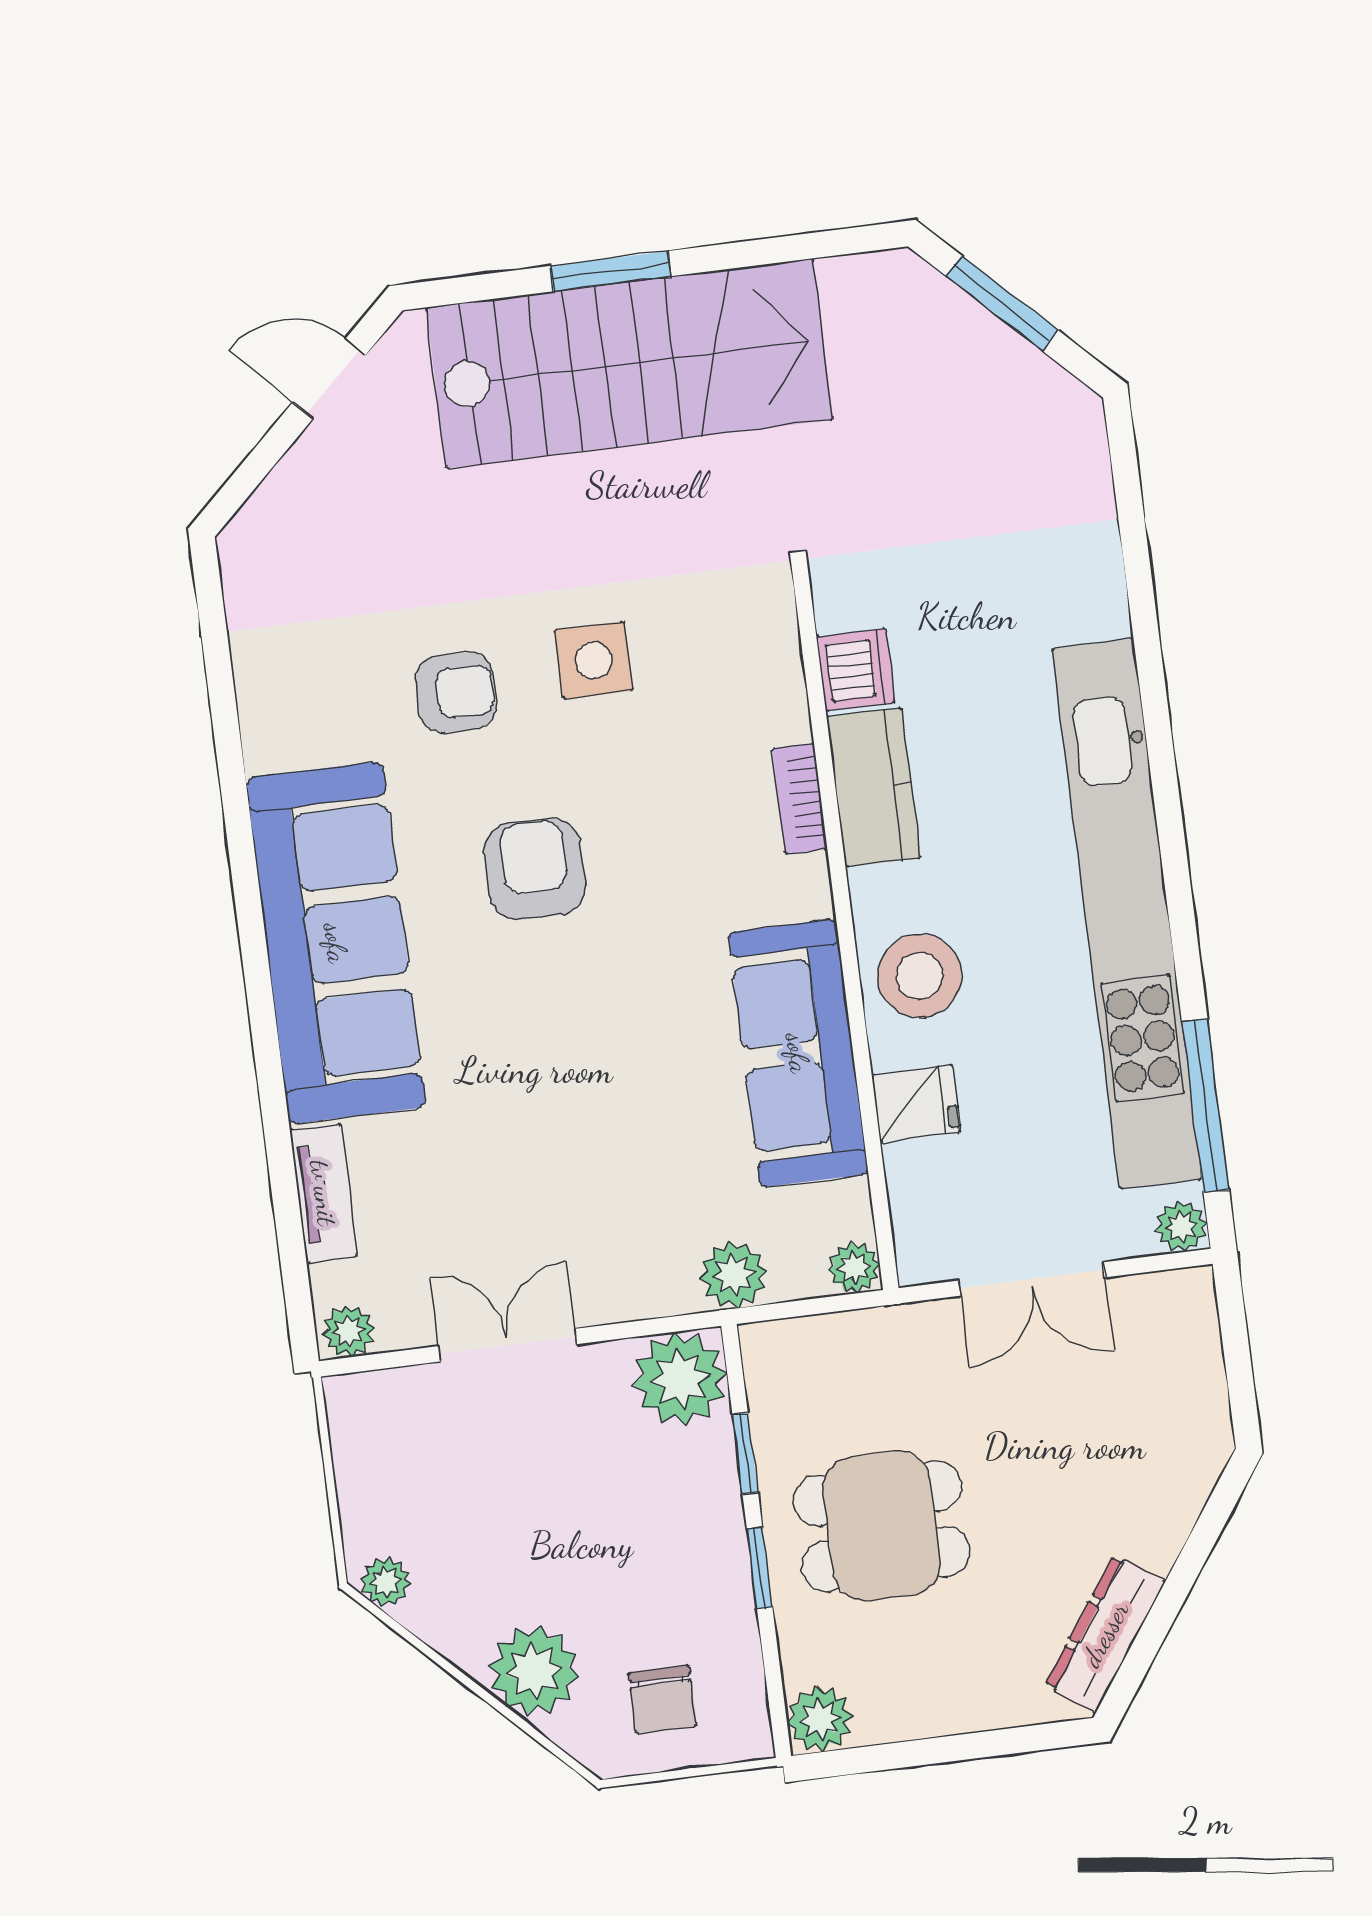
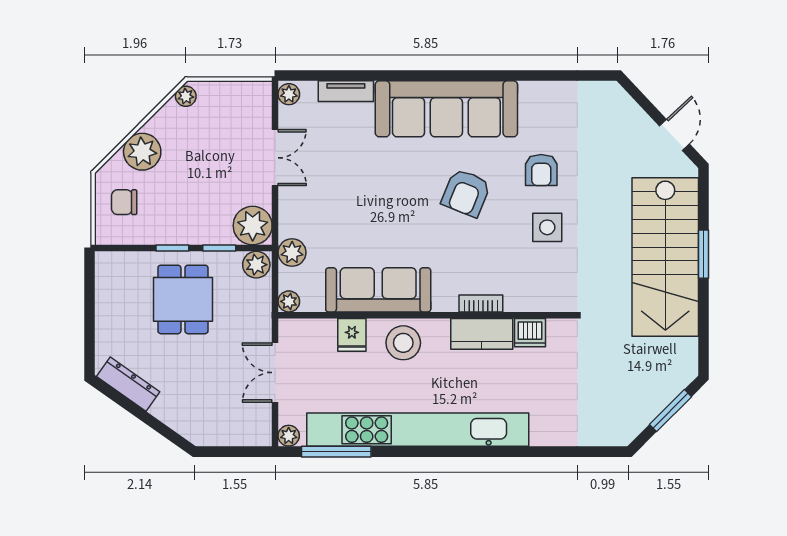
armchair: (535, 869) -> (466, 193), turned 112
plant: (820, 1719) -> (256, 265), moved

